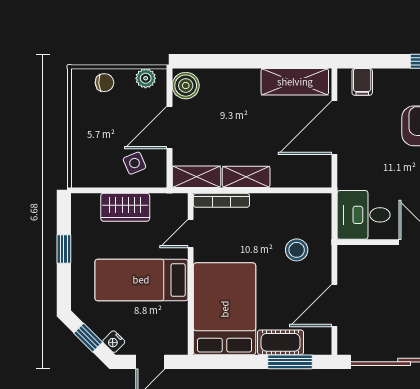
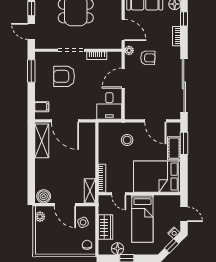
chair: (104, 83) -> (87, 245), moved
shelving: (246, 177) -> (90, 166), removed
floor lamp: (83, 231) -> (118, 249), added

